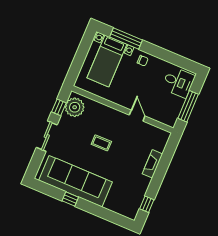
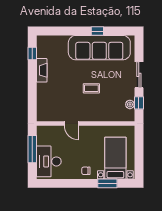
window: (126, 39) -> (107, 183), width x0.69
desk: (178, 82) -> (49, 161), width x1.37
plant: (75, 107) -> (130, 104), width x0.53, depth x0.53
fireplace: (152, 164) -> (42, 70), moved

